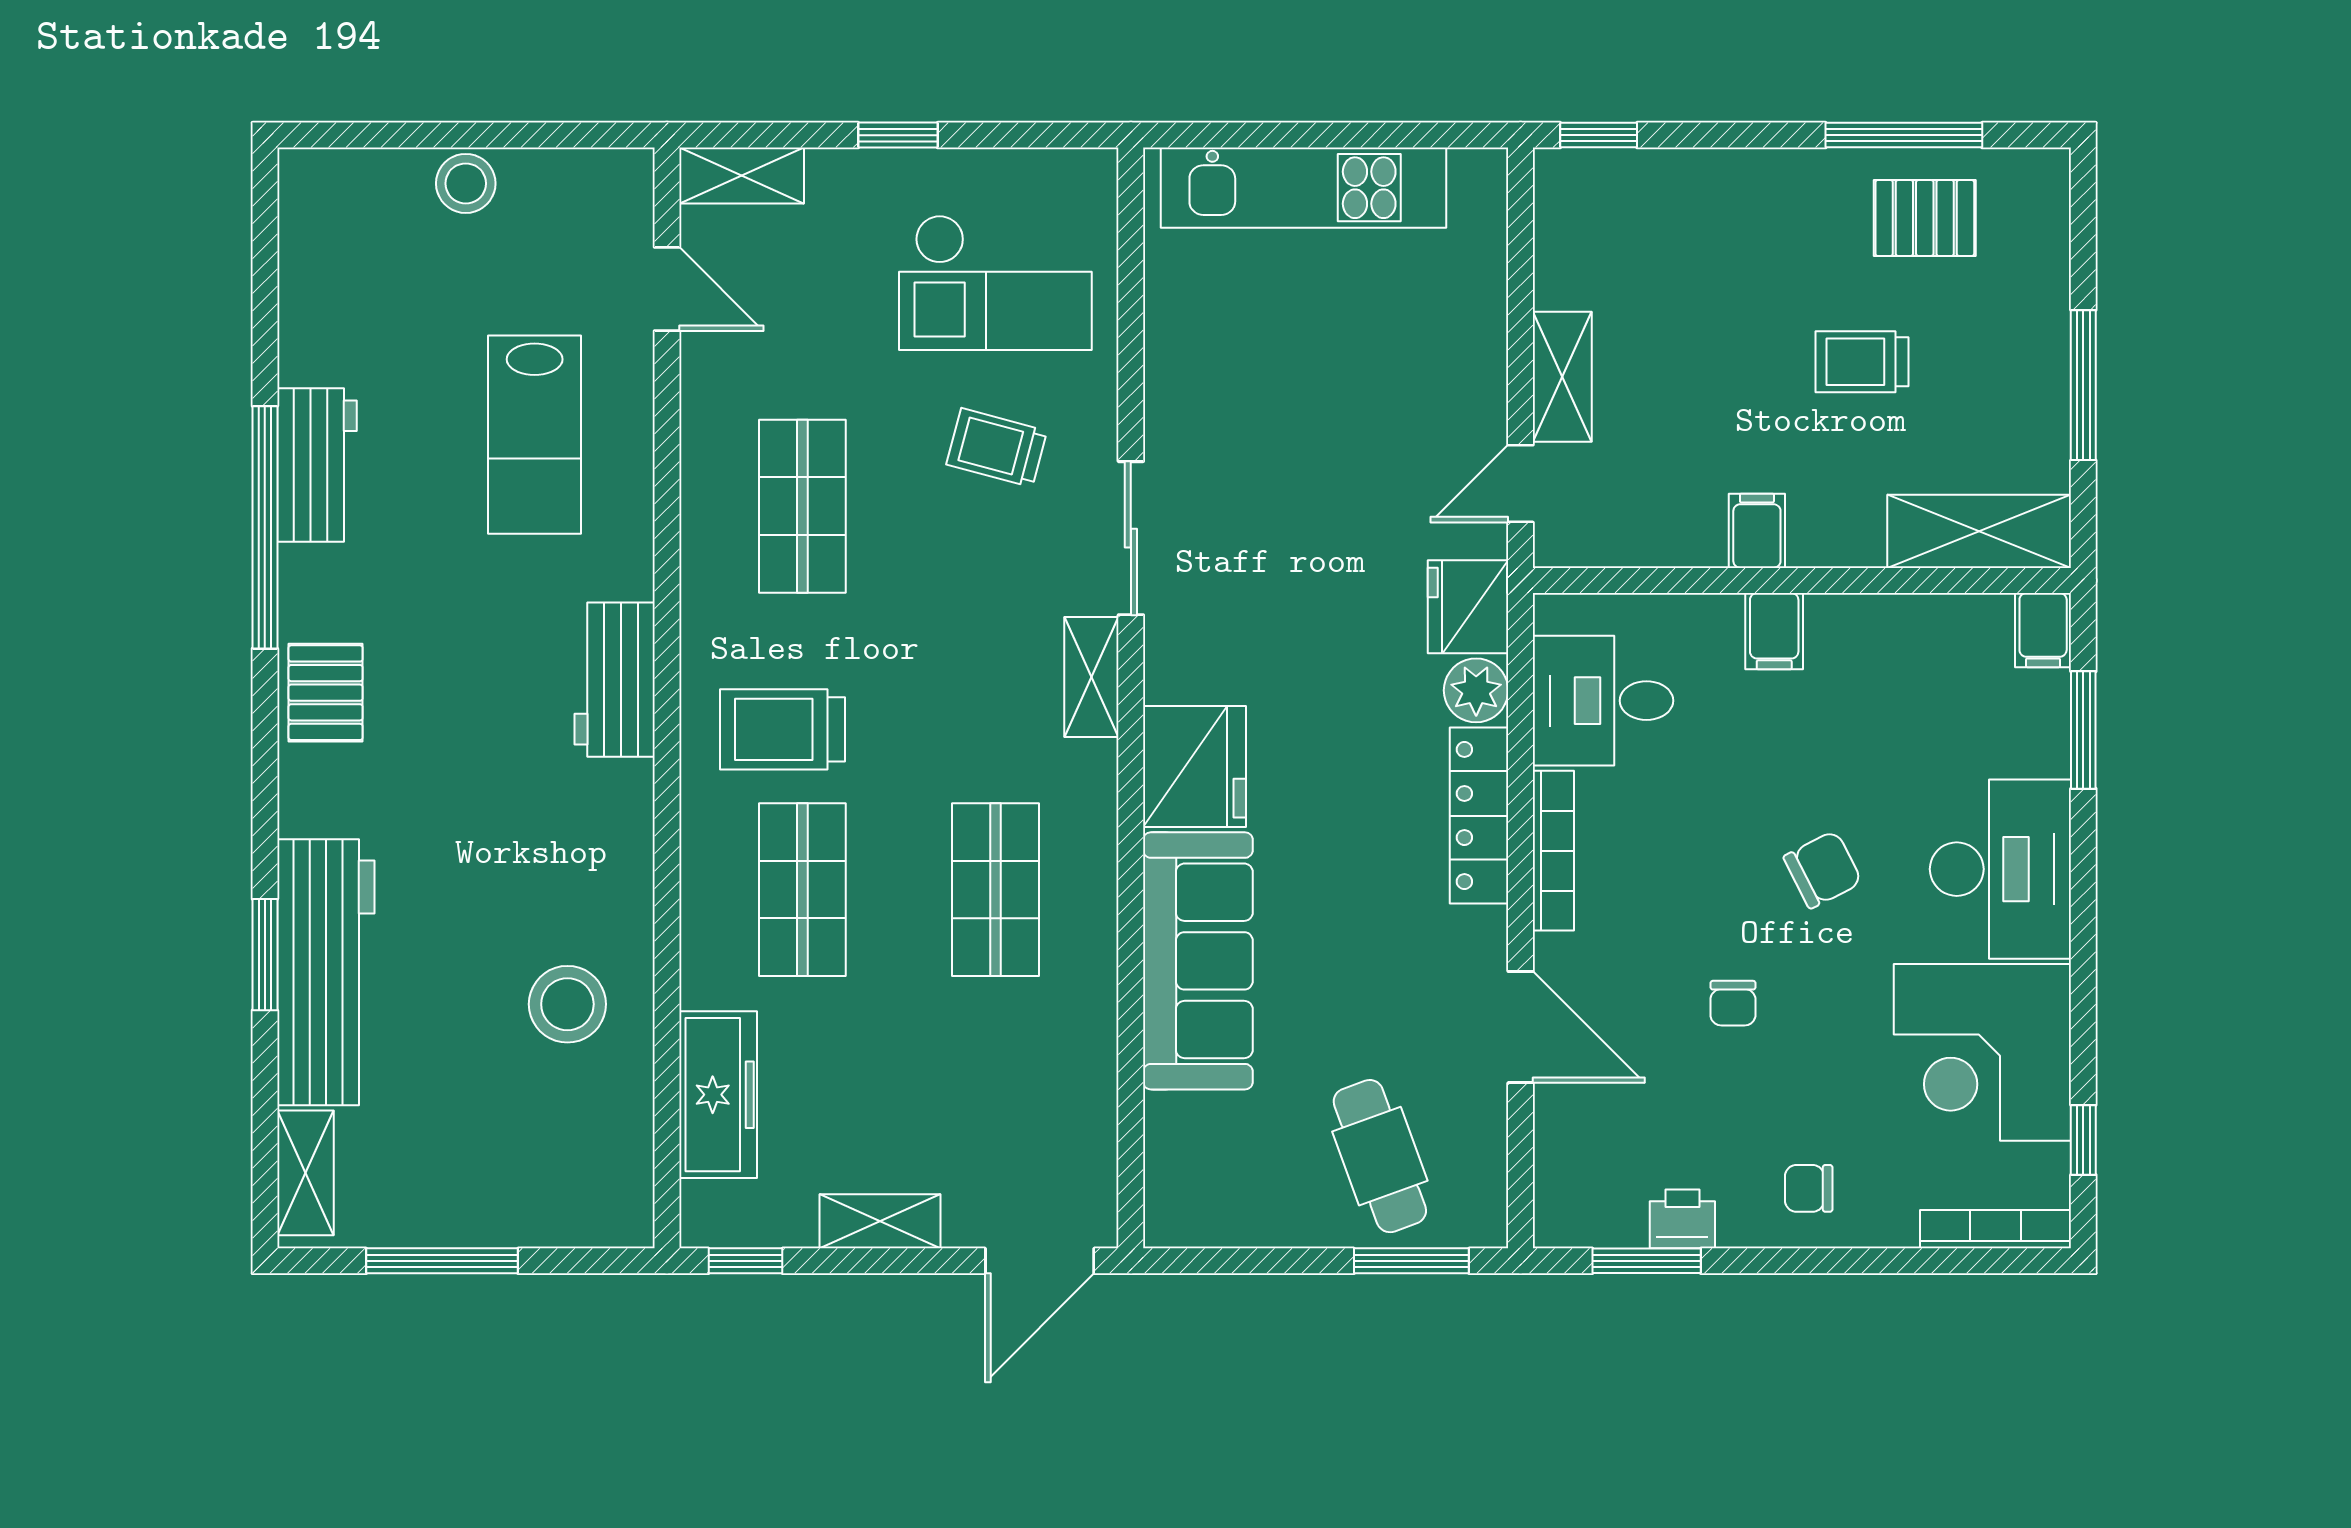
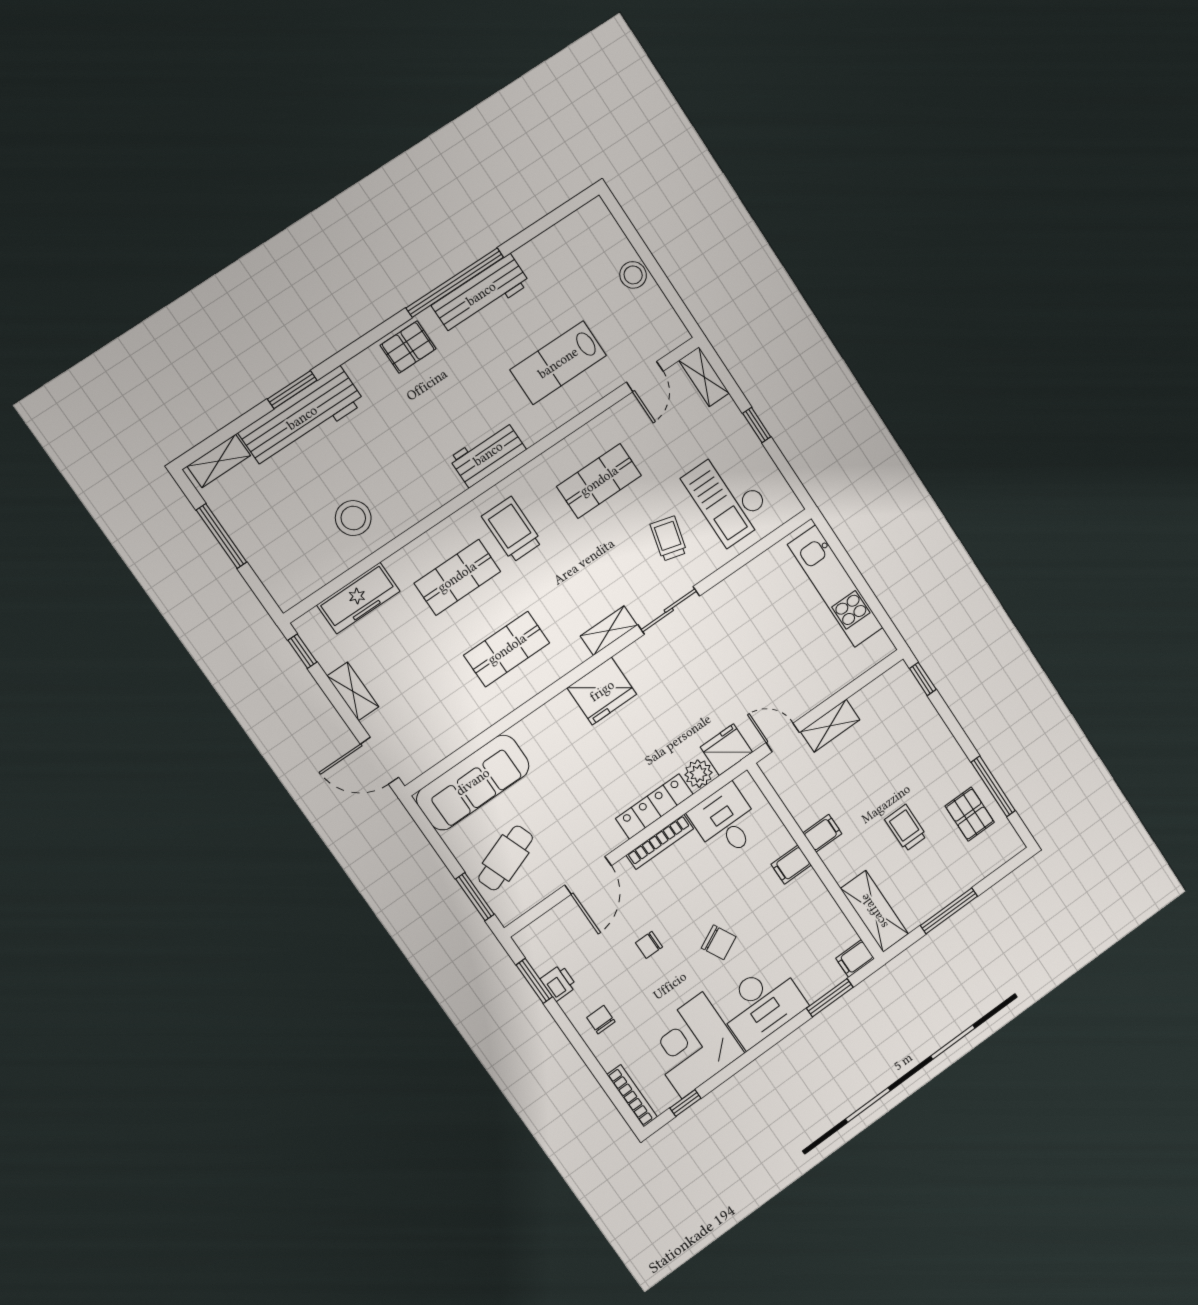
workbench: (317, 465) -> (481, 294), width x1.38
sofa: (1198, 961) -> (473, 782), moved

